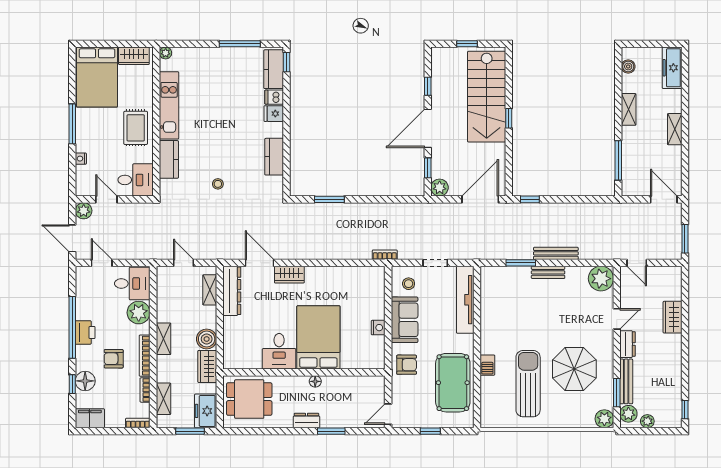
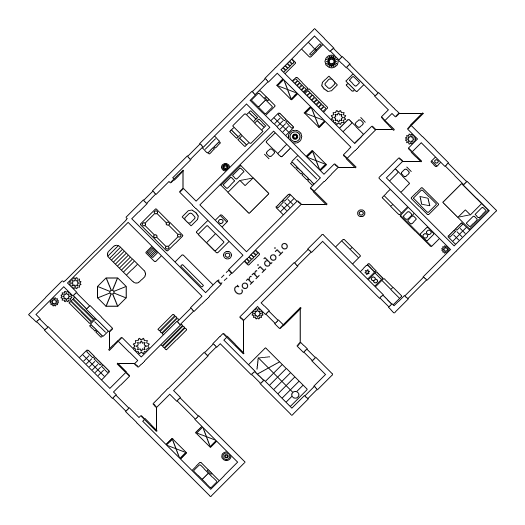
door: (664, 199) -> (149, 411), hinge flipped
wardrobe: (672, 317) -> (94, 365), width x1.50
desk: (279, 351) -> (275, 148), moved, turned 90

